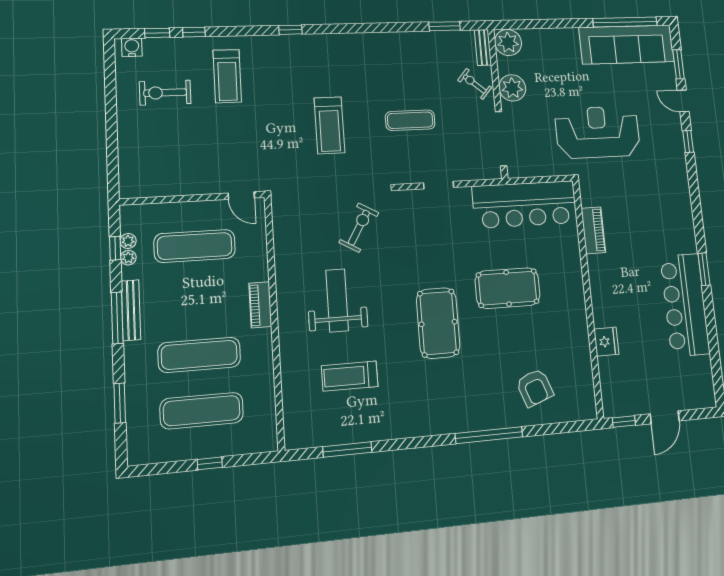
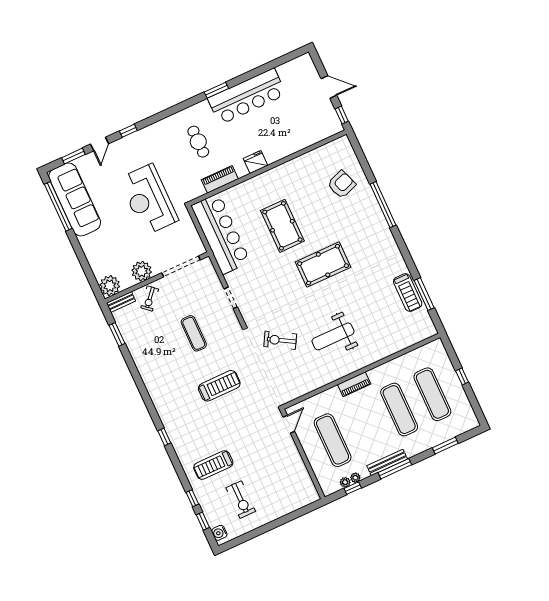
treadmill: (227, 76) -> (213, 465), turned 180
cafe table: (648, 222) -> (198, 142), added
fridge: (606, 342) -> (255, 162), moved
treadmill: (350, 376) -> (408, 293), moved

